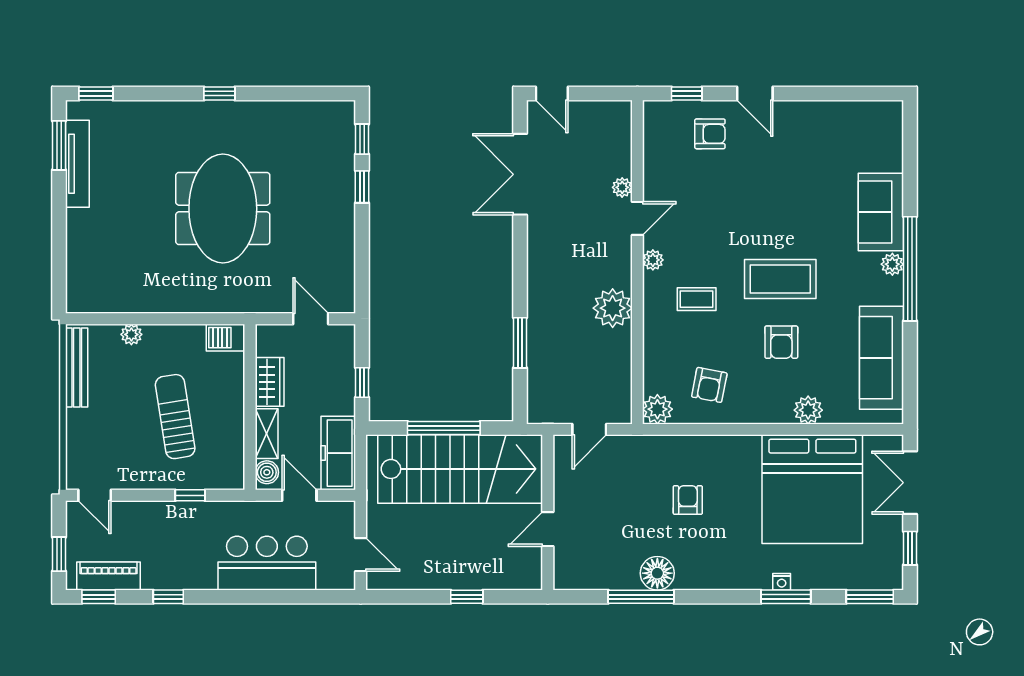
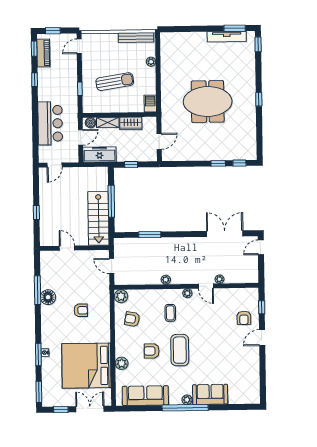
plant: (613, 308) -> (166, 280), width x0.53, depth x0.53
stairs: (460, 469) -> (98, 218), width x0.73, depth x0.66

